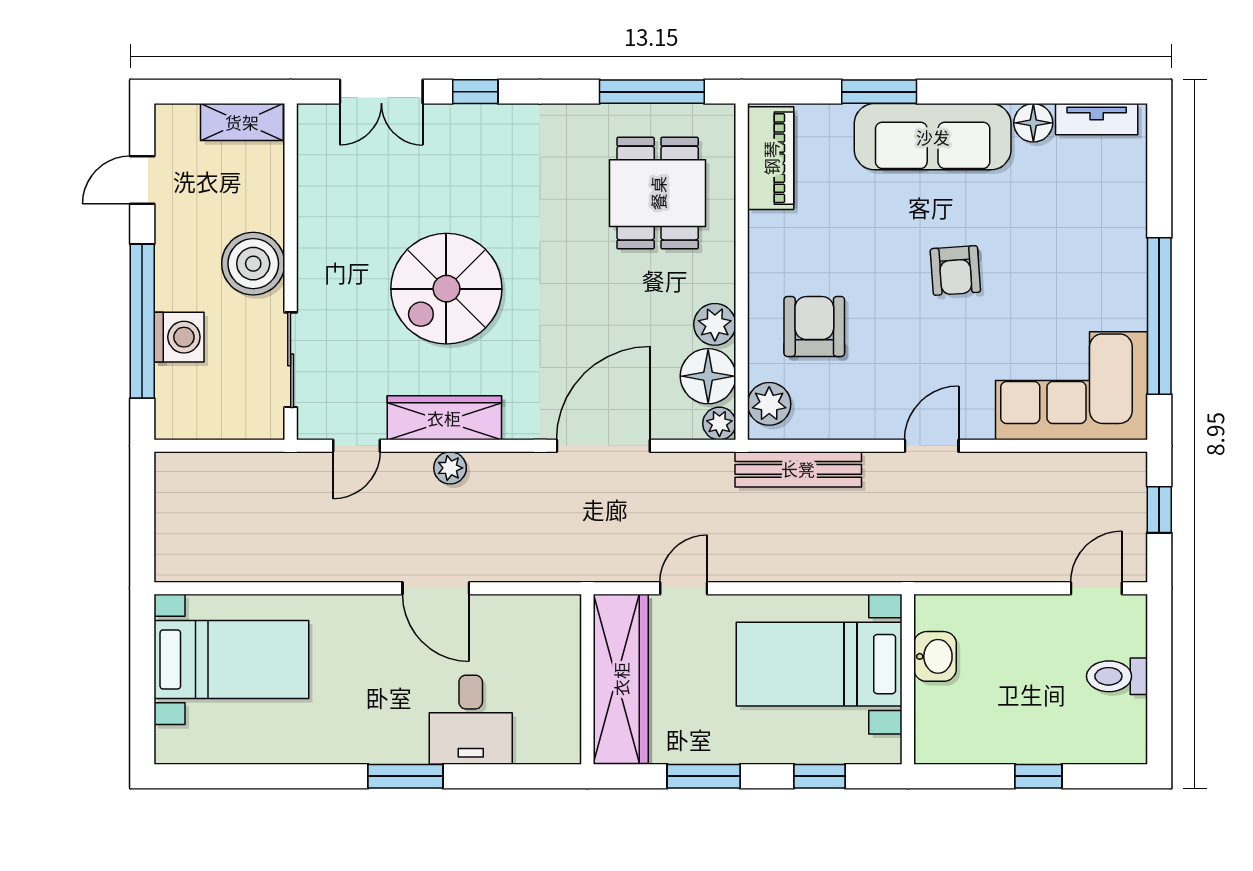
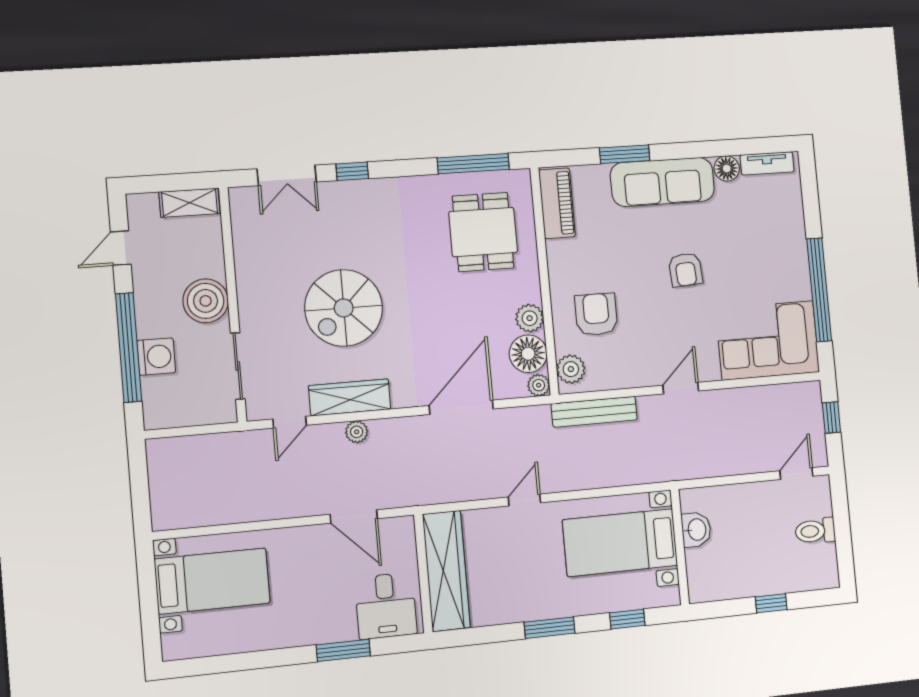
wall: (587, 679) -> (423, 573), moved
wardrobe: (621, 679) -> (446, 571), moved

